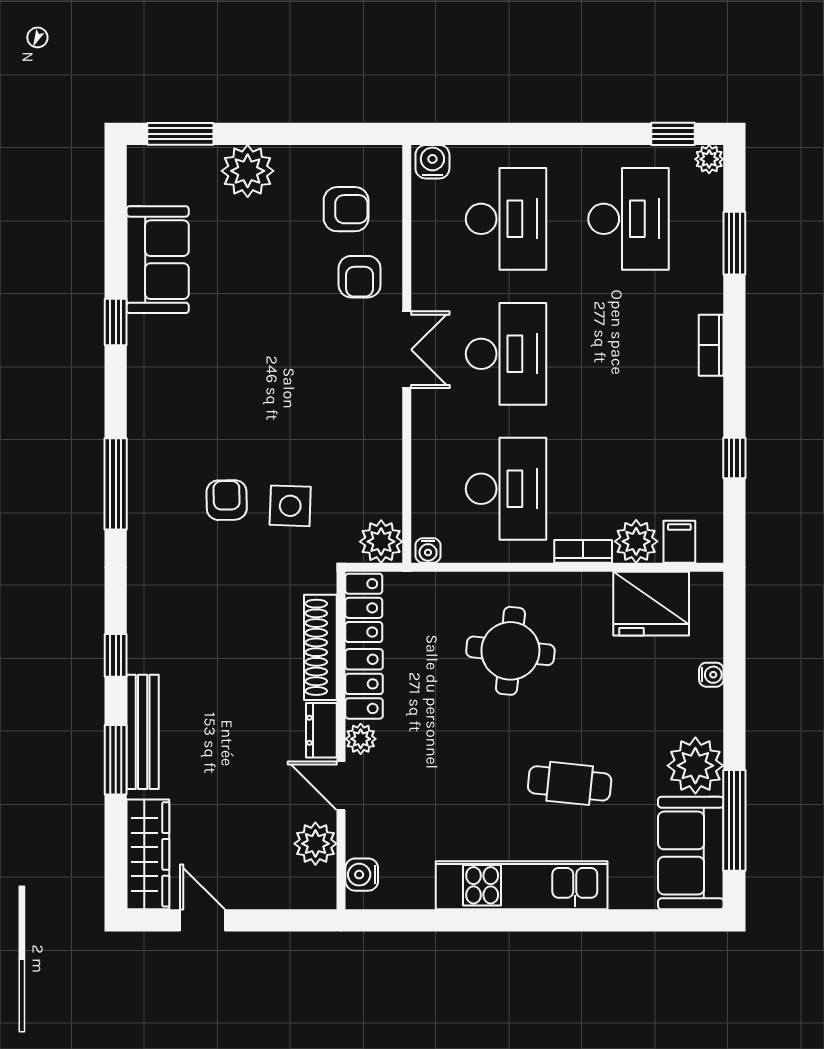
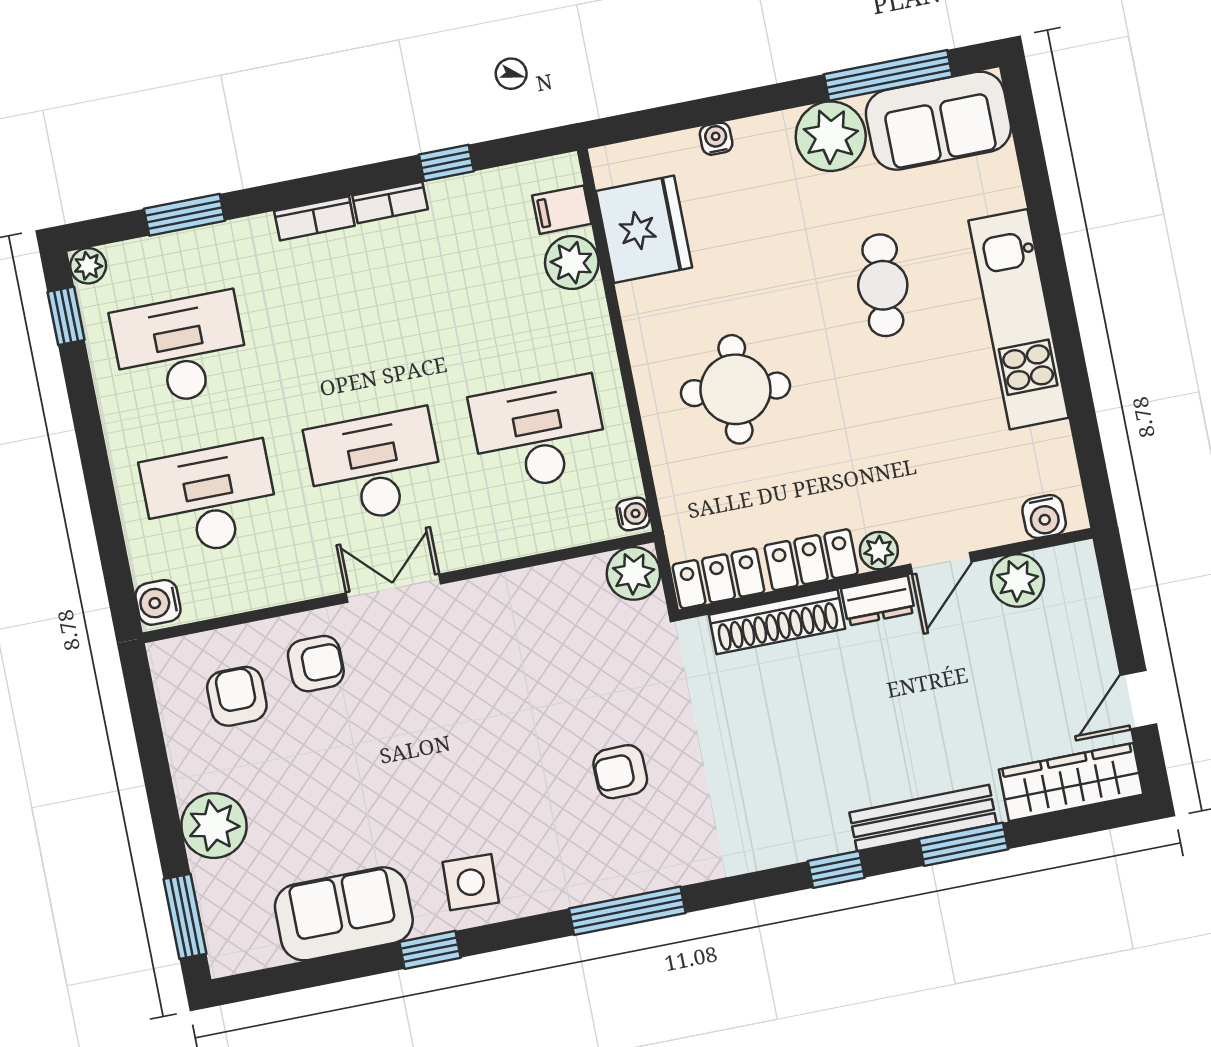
side table: (290, 506) -> (471, 882), moved
bookcase: (583, 551) -> (390, 202), moved, turned -90

